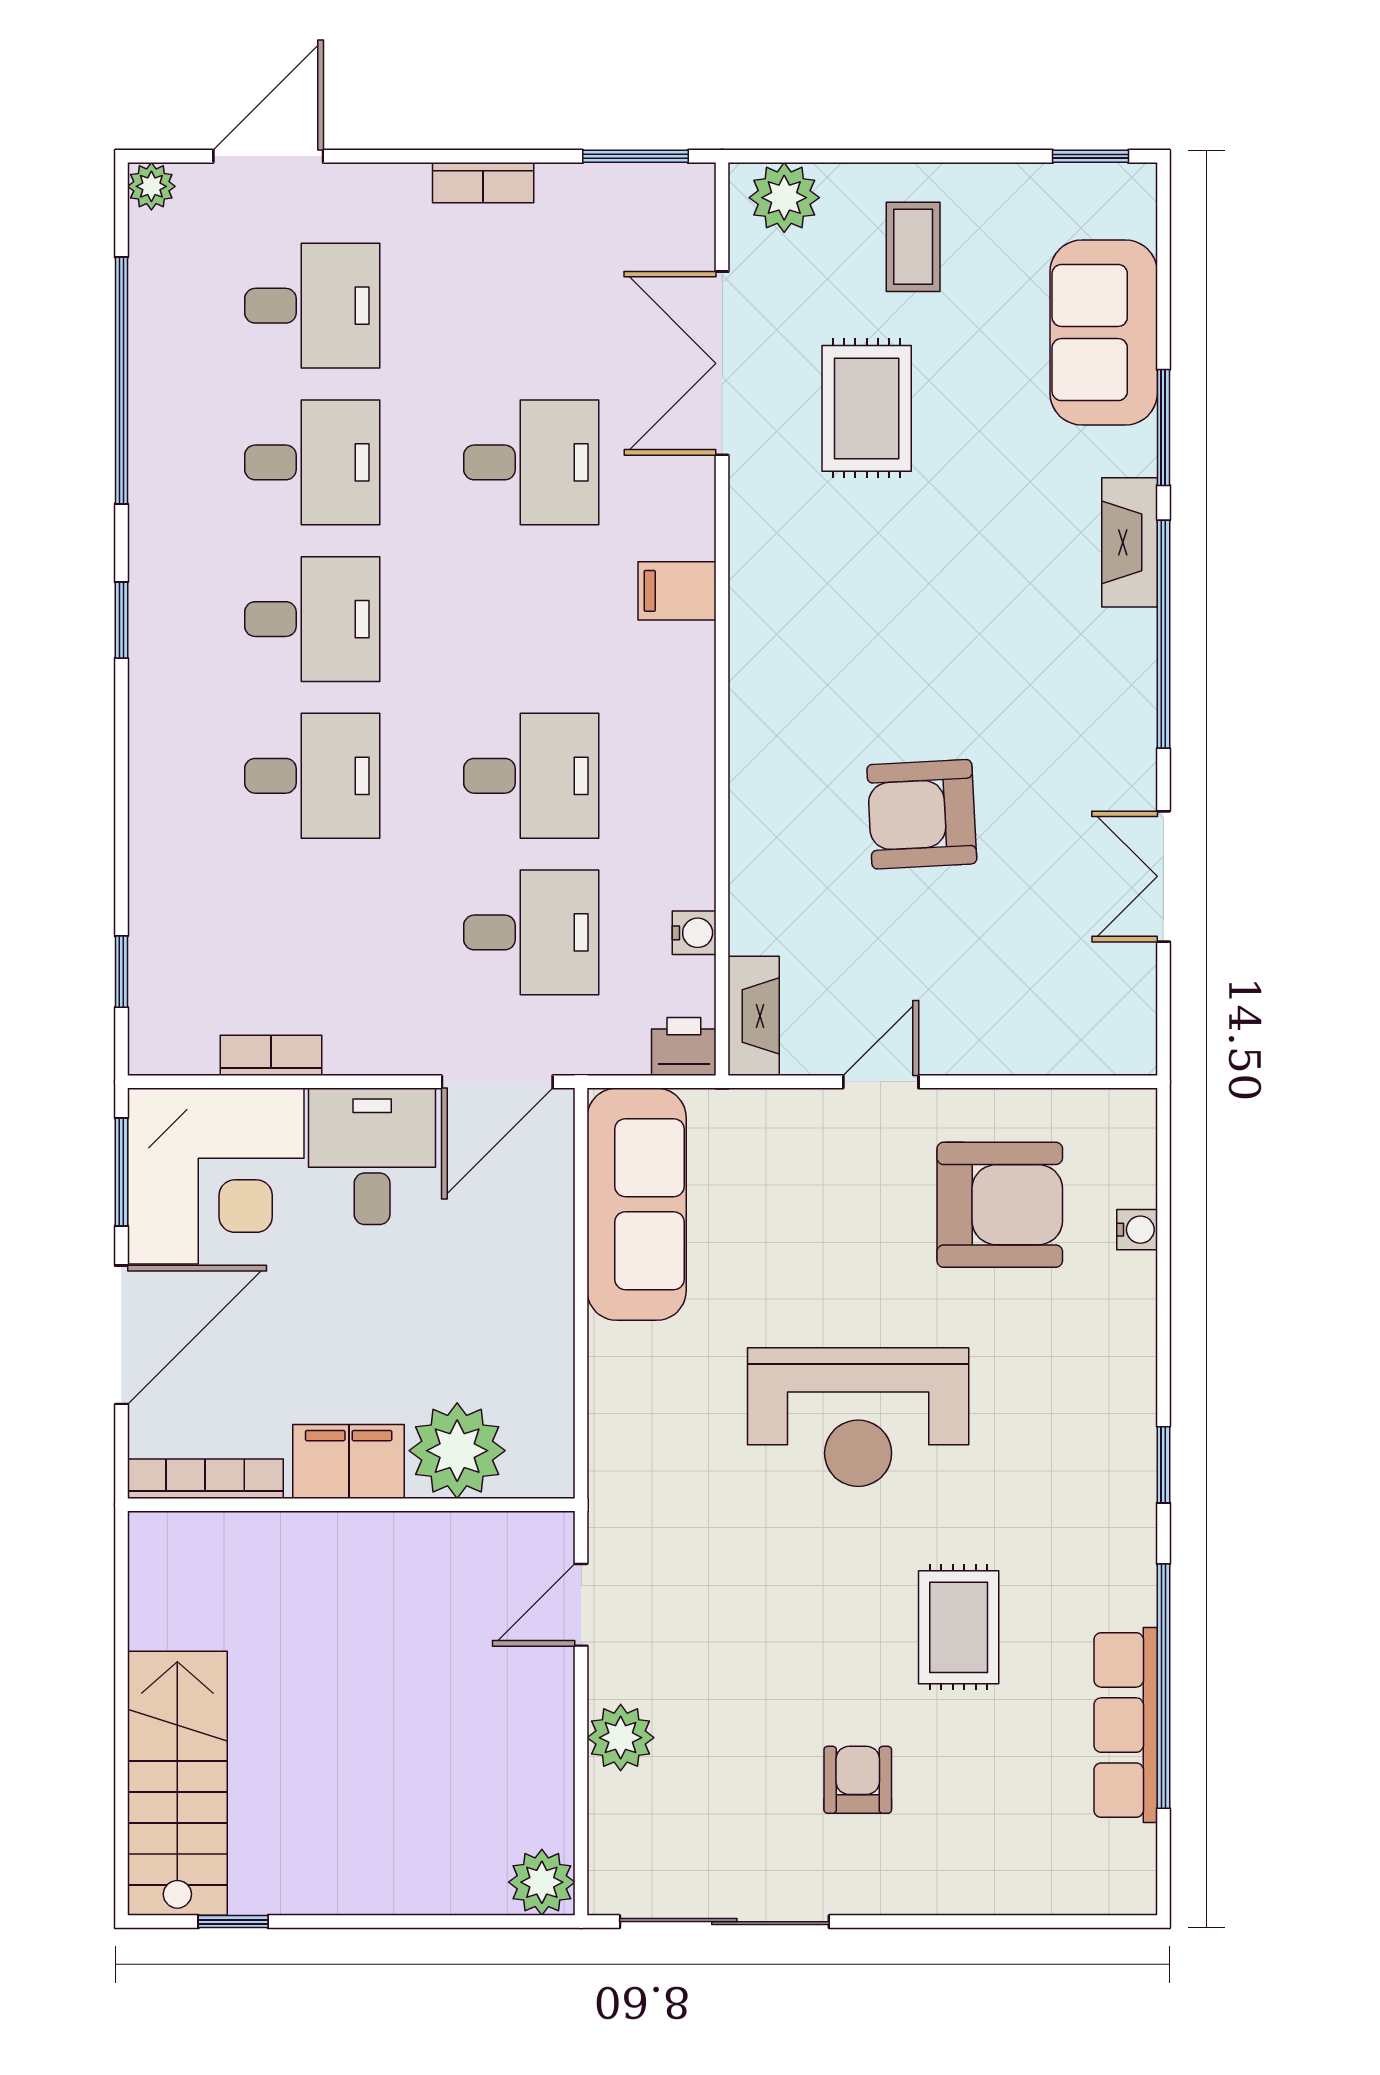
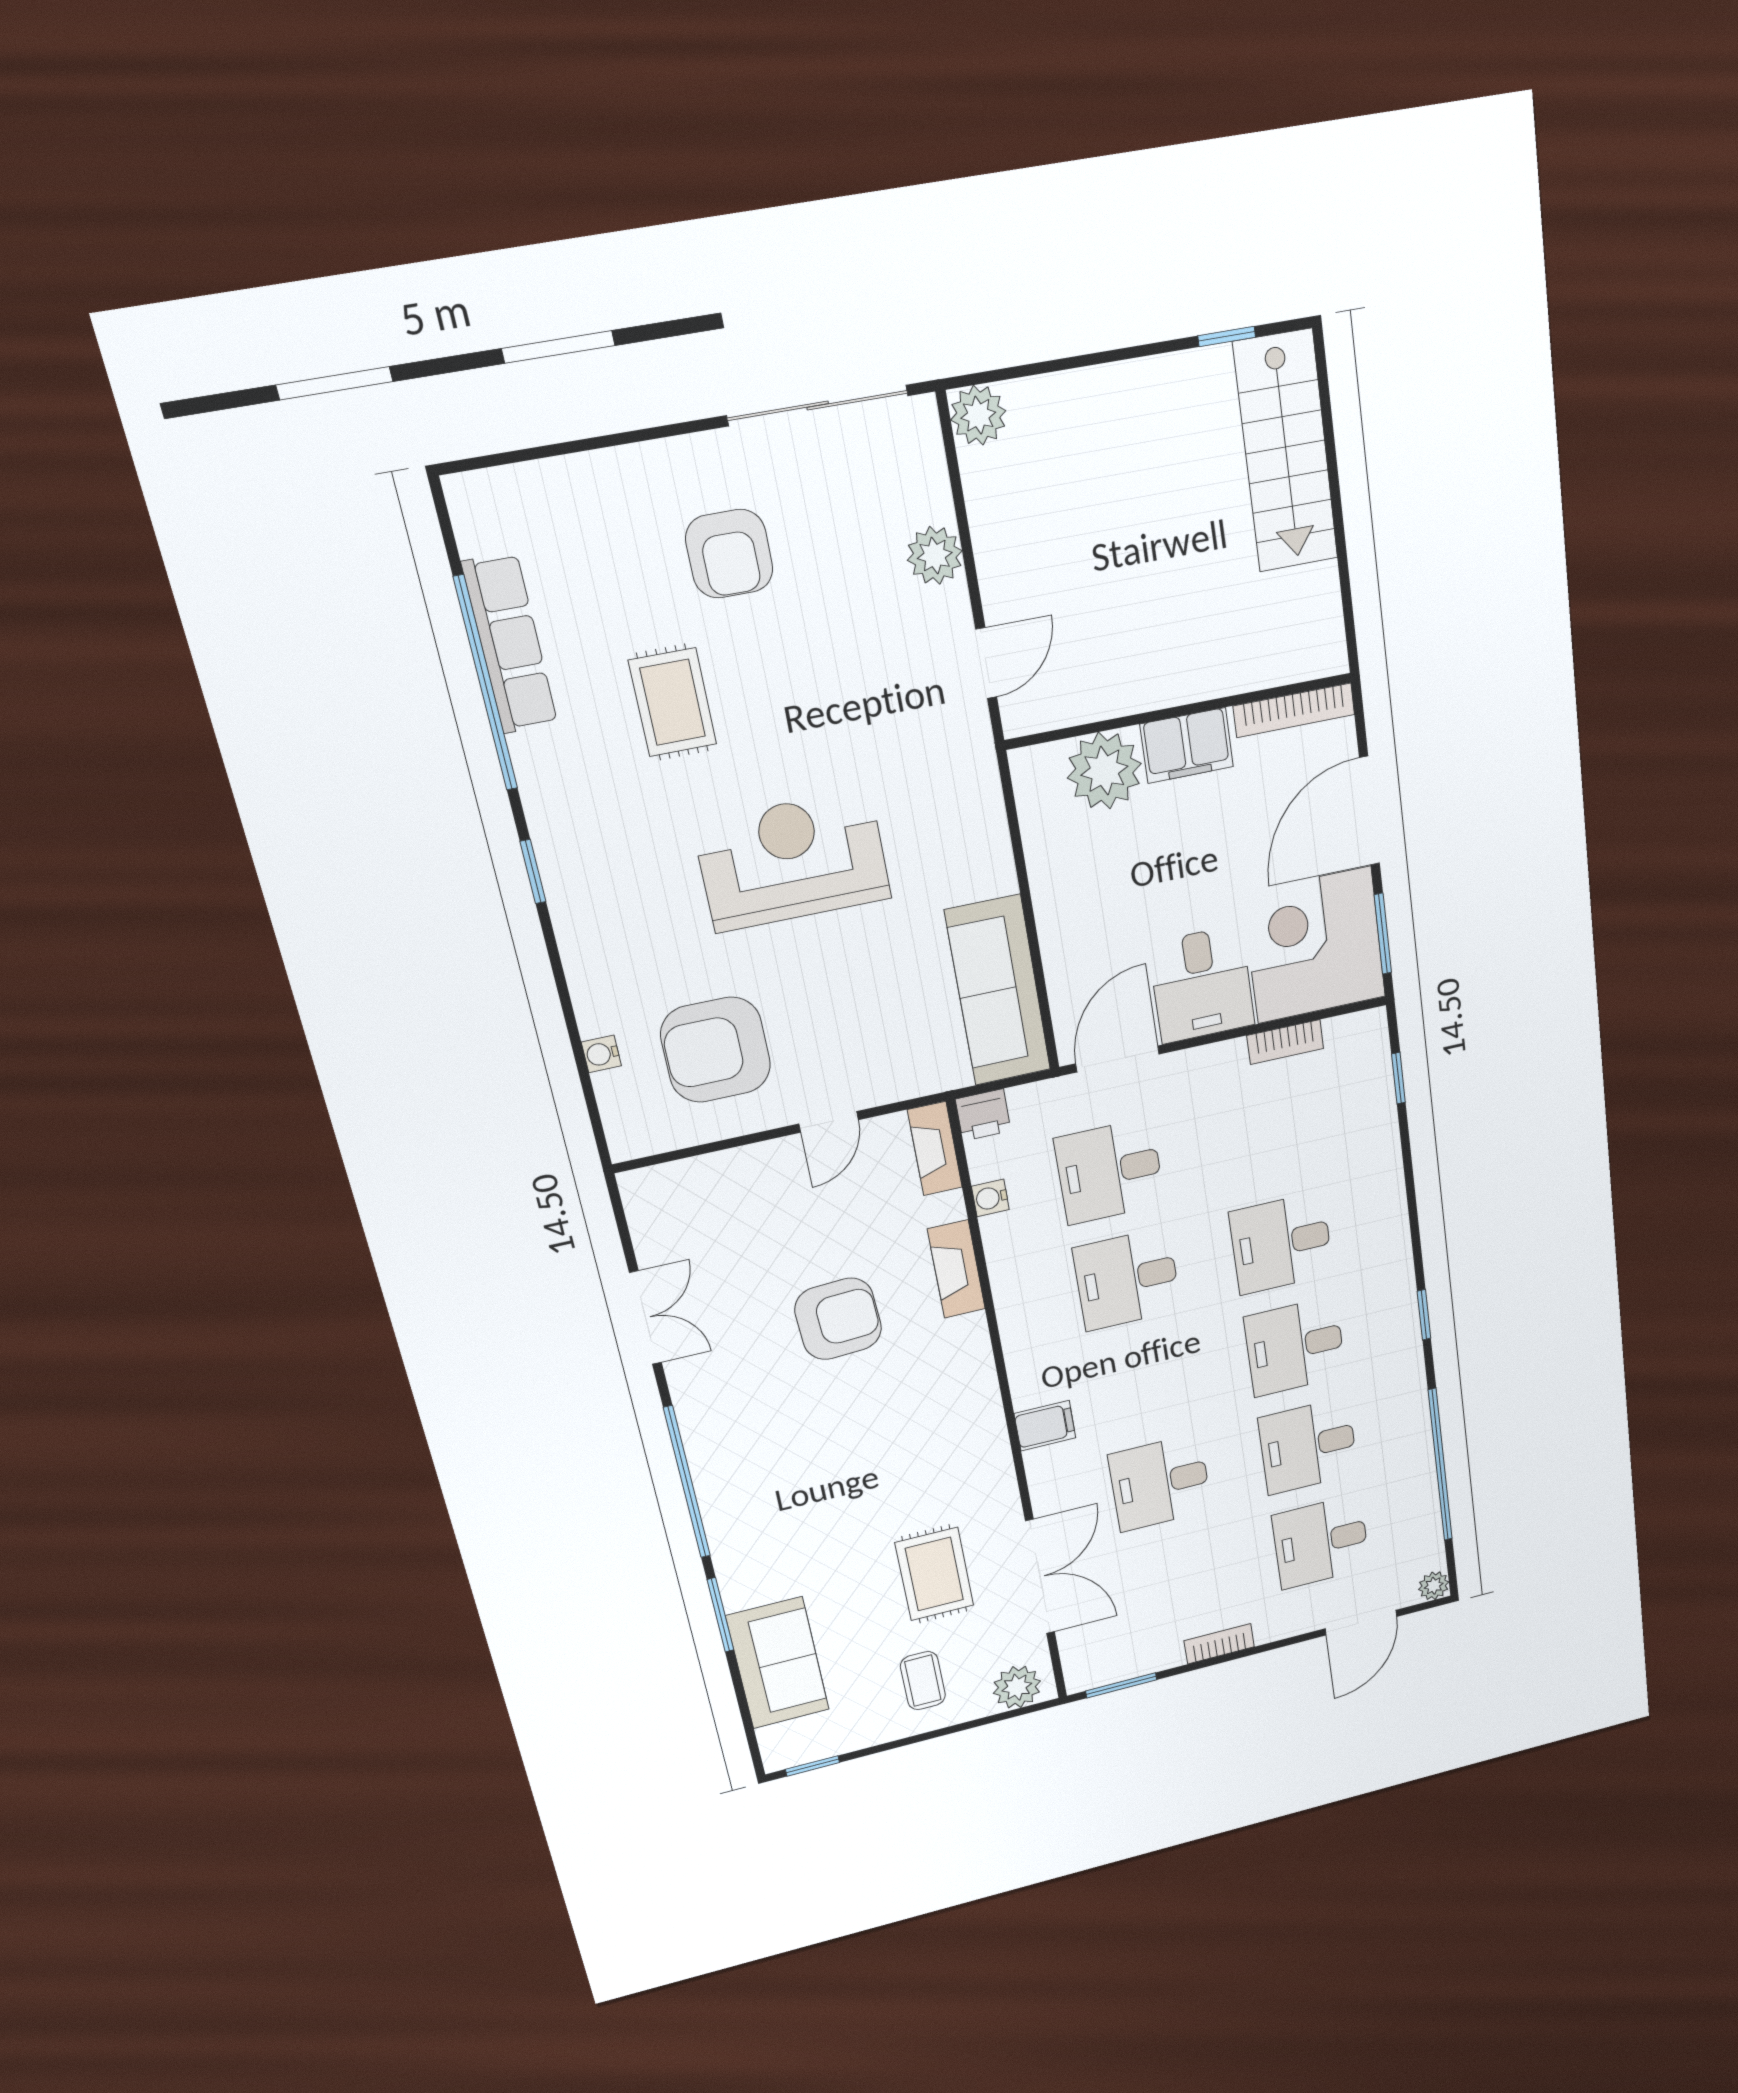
fireplace: (1130, 542) -> (956, 1269), moved, turned 180
armchair: (858, 1780) -> (729, 554), width x1.38, depth x1.38

